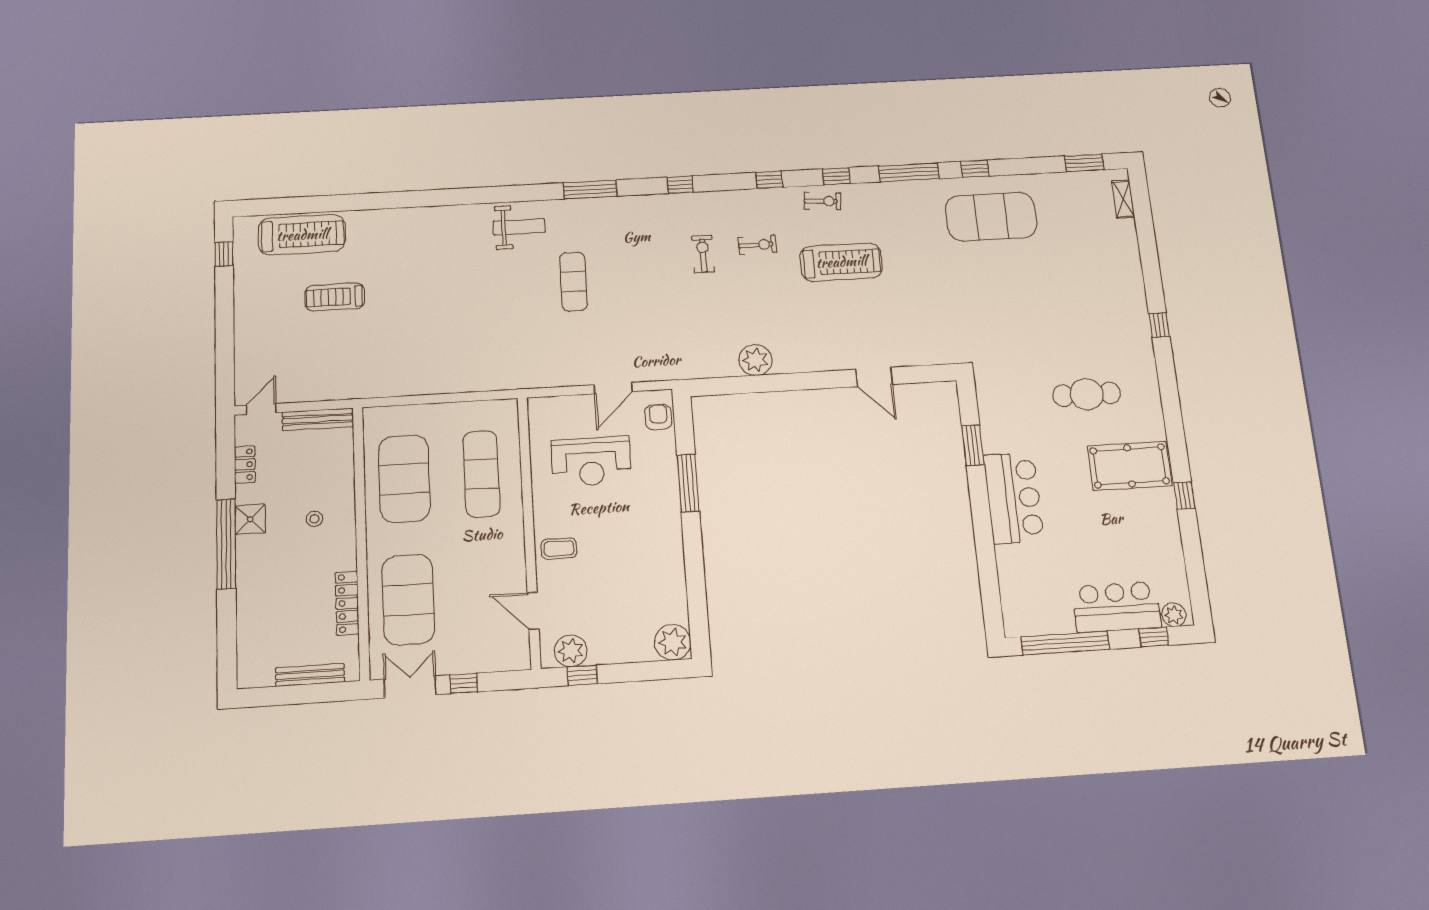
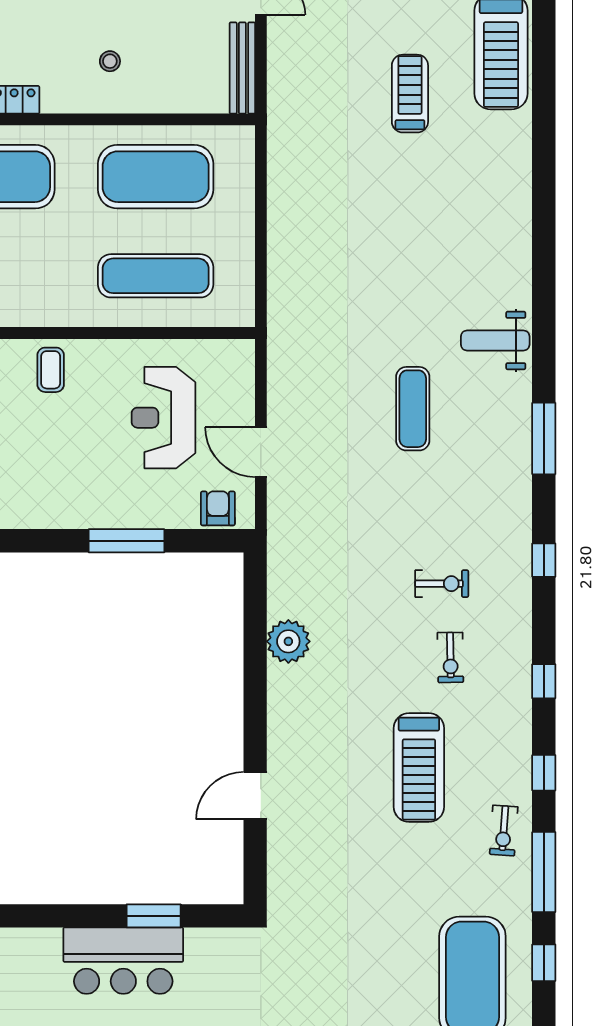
exercise bike: (822, 201) -> (504, 830), moved
weight bench: (519, 227) -> (495, 340), turned 90
exercise mat: (573, 282) -> (413, 409), turned 90
armchair: (658, 417) -> (218, 508), turned -90
bar counter: (1014, 498) -> (123, 961), moved

